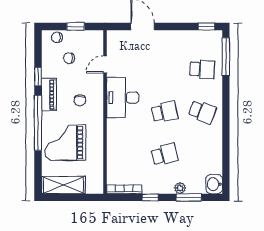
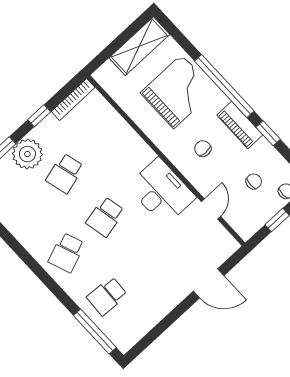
window: (206, 26) -> (143, 344), removed
school desk: (202, 112) -> (67, 253), turned -42
plant: (180, 188) -> (27, 154), width x1.88, depth x1.88

